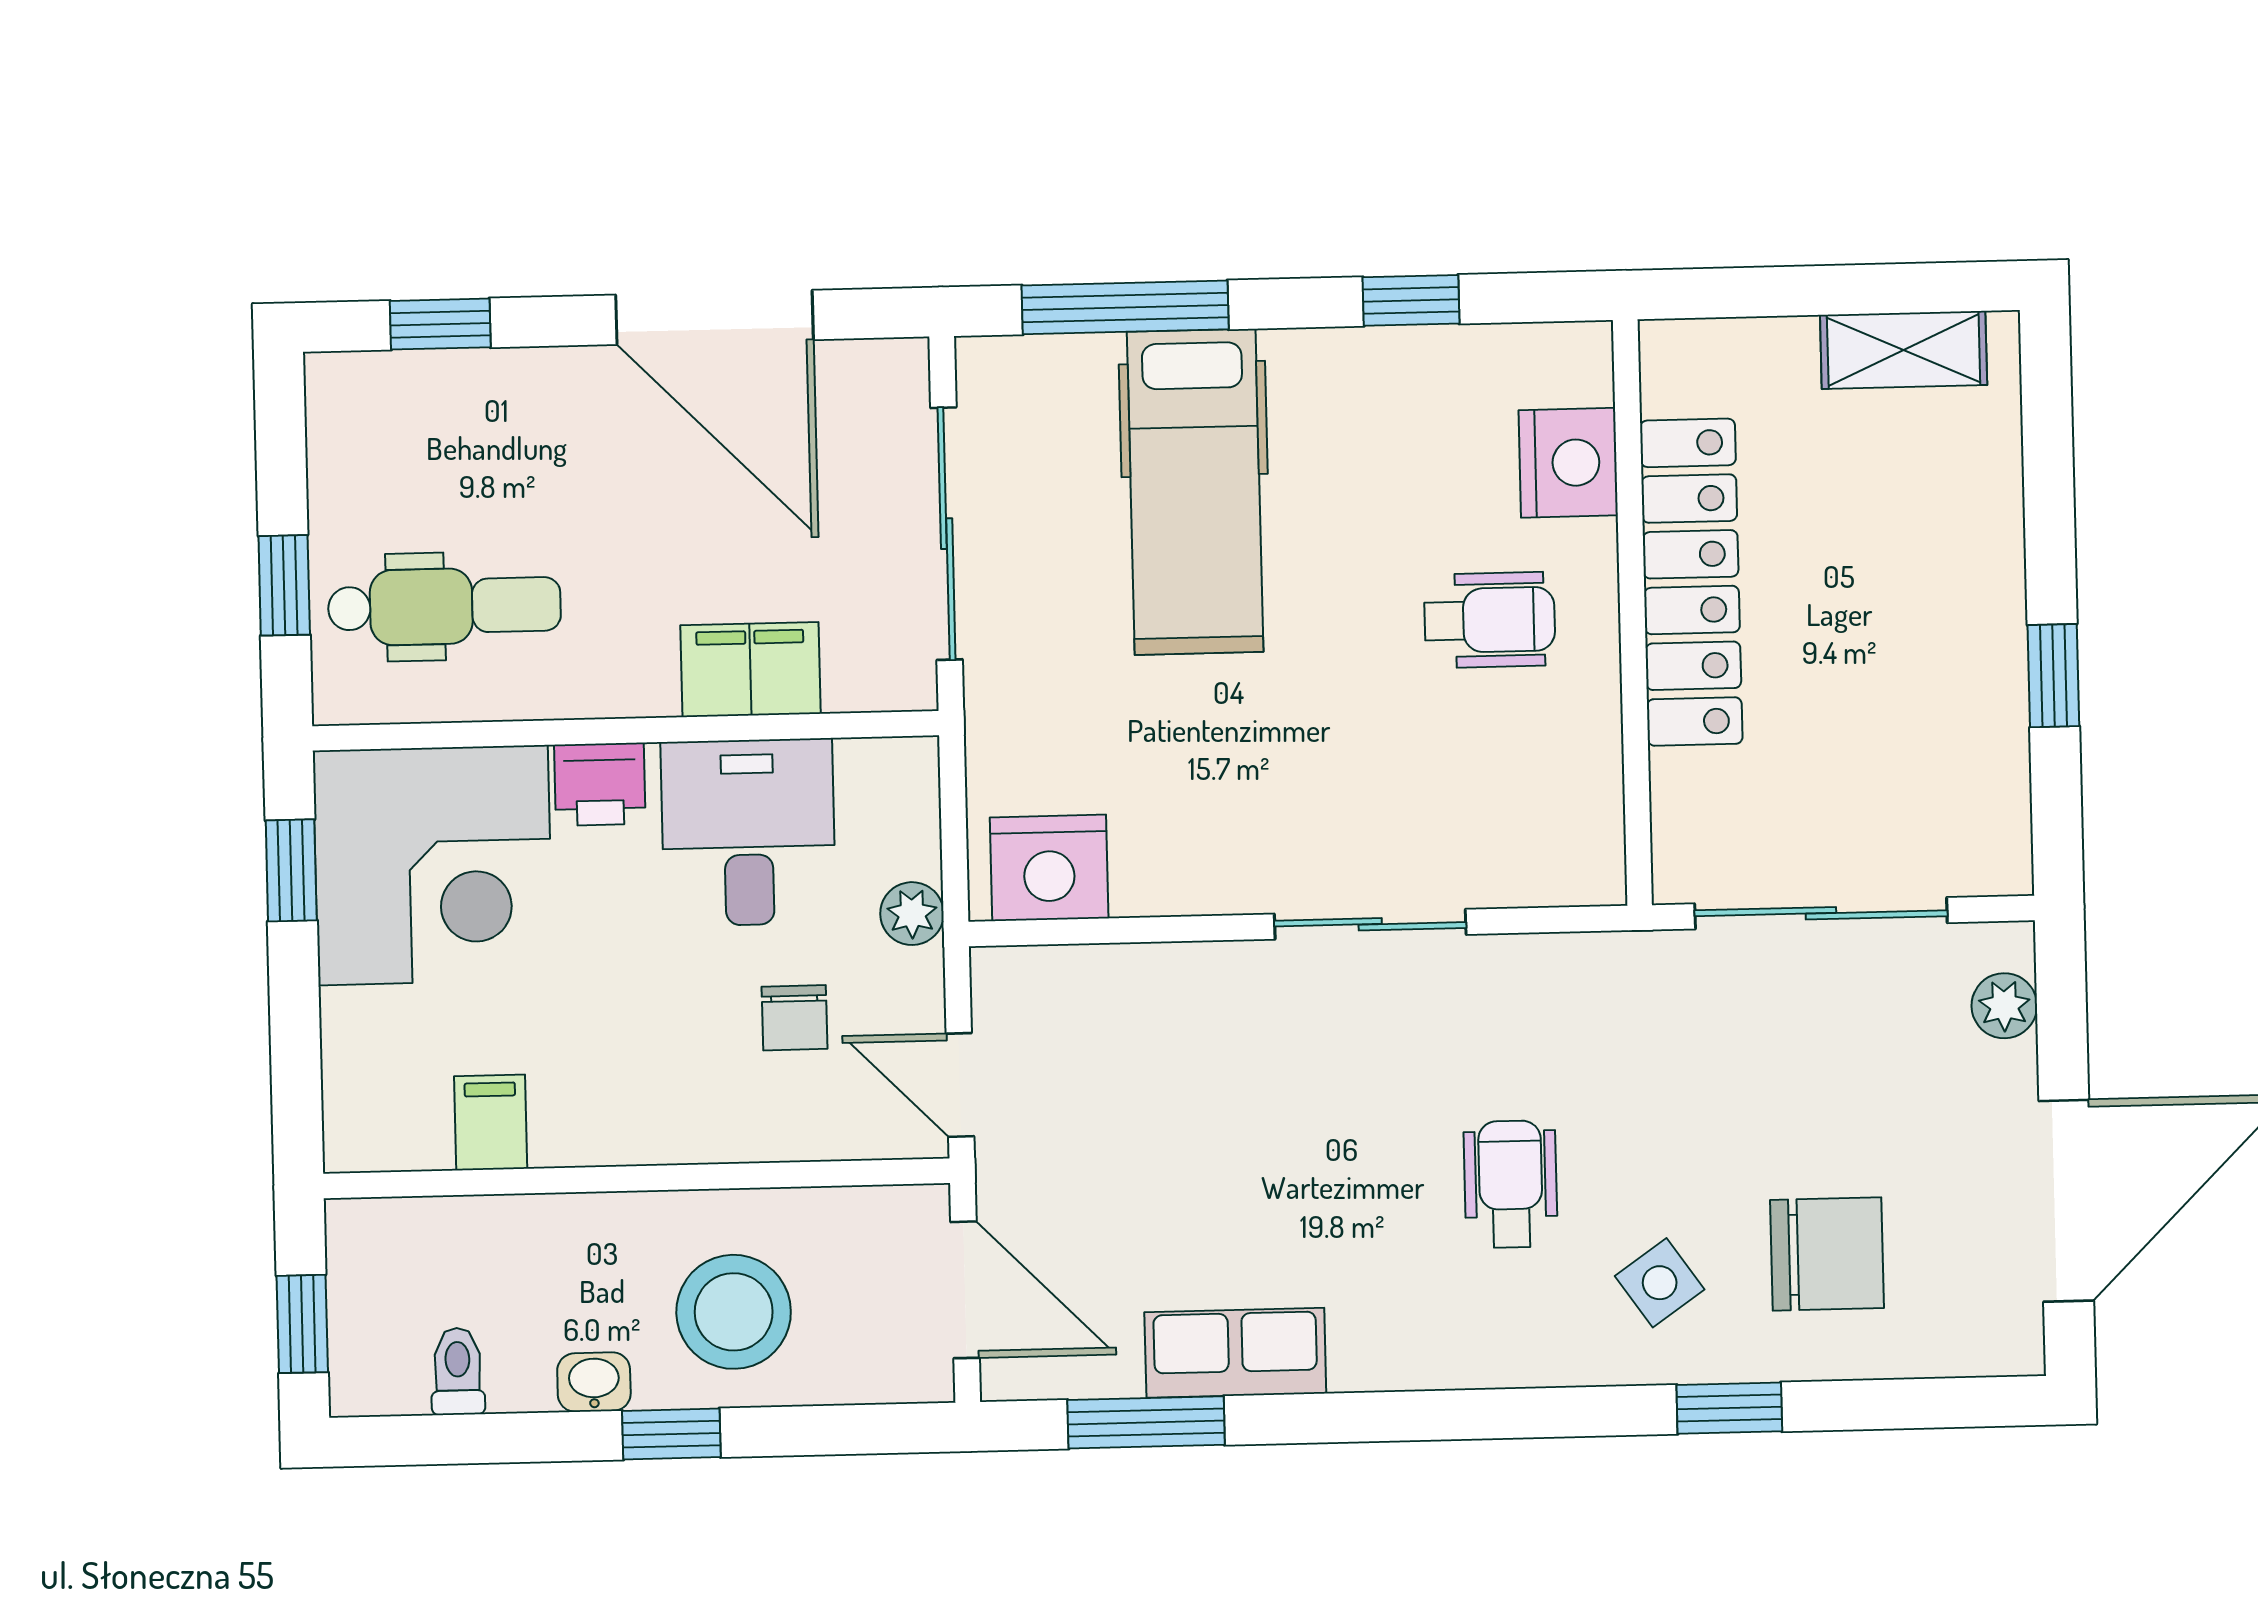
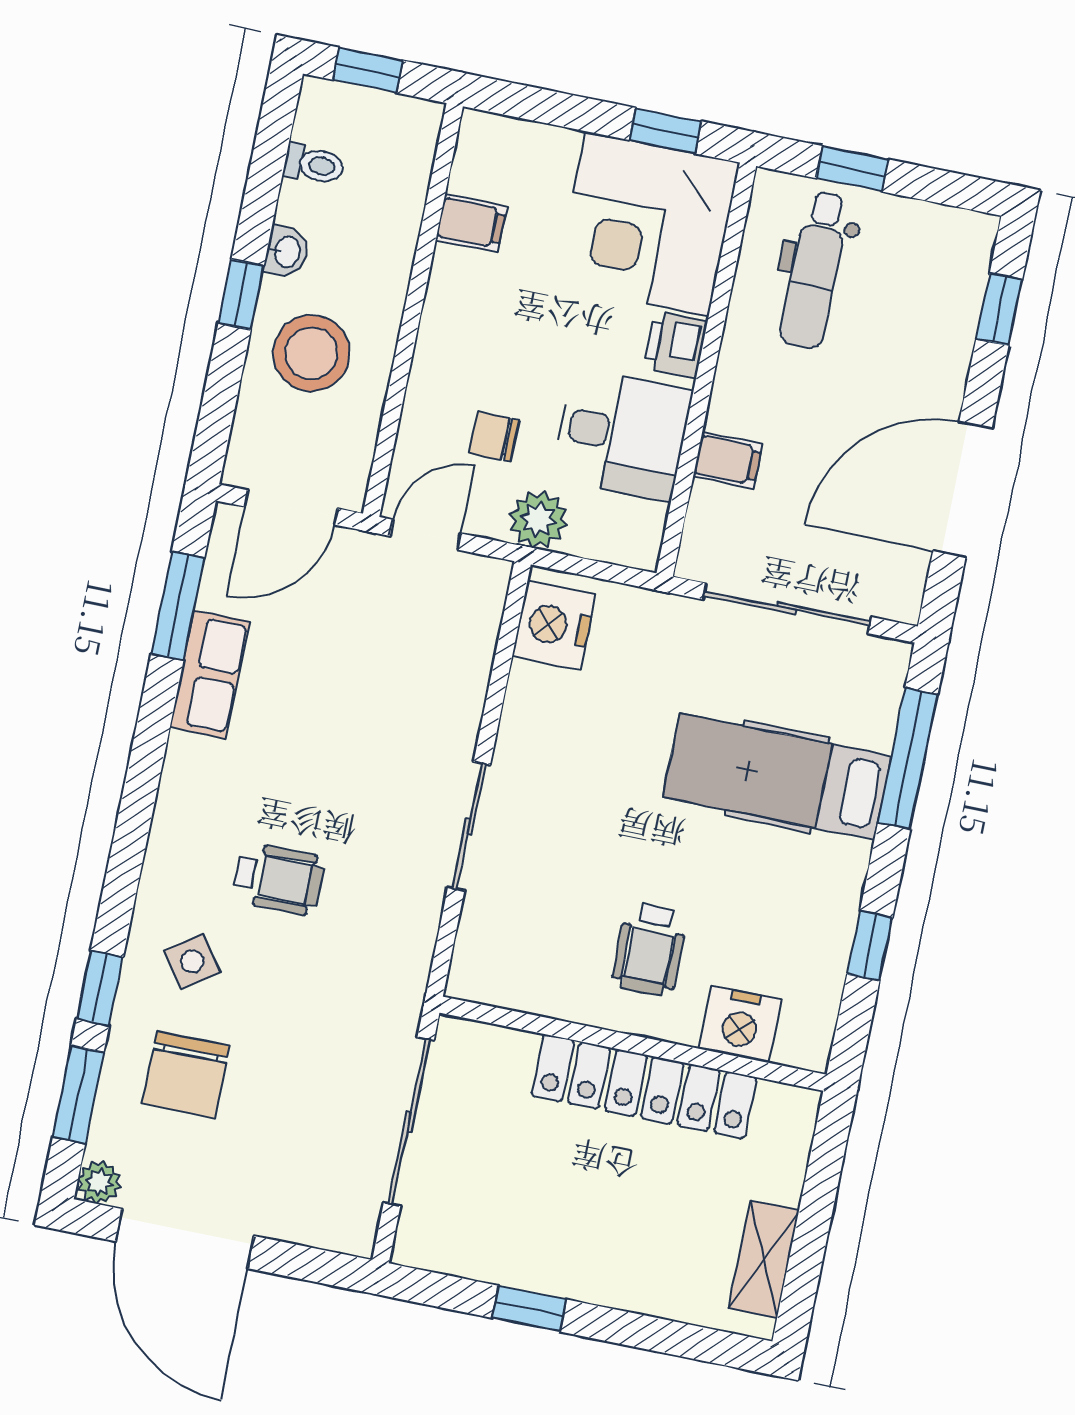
filing cabinet: (751, 669) -> (728, 460), width x0.50
plant: (912, 914) -> (538, 520), width x1.38, depth x1.38
plant: (2004, 1006) -> (99, 1182), moved
window: (1892, 1404) -> (78, 1095), added

